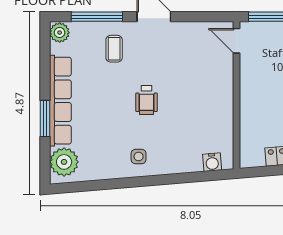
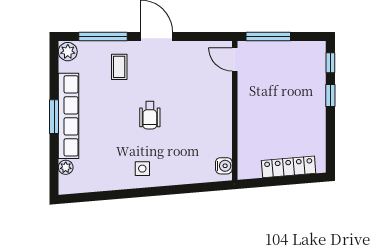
window: (45, 119) -> (54, 117), moved
plant: (64, 162) -> (66, 167), width x0.53, depth x0.53
water cooler: (212, 162) -> (224, 166), moved, turned -85

